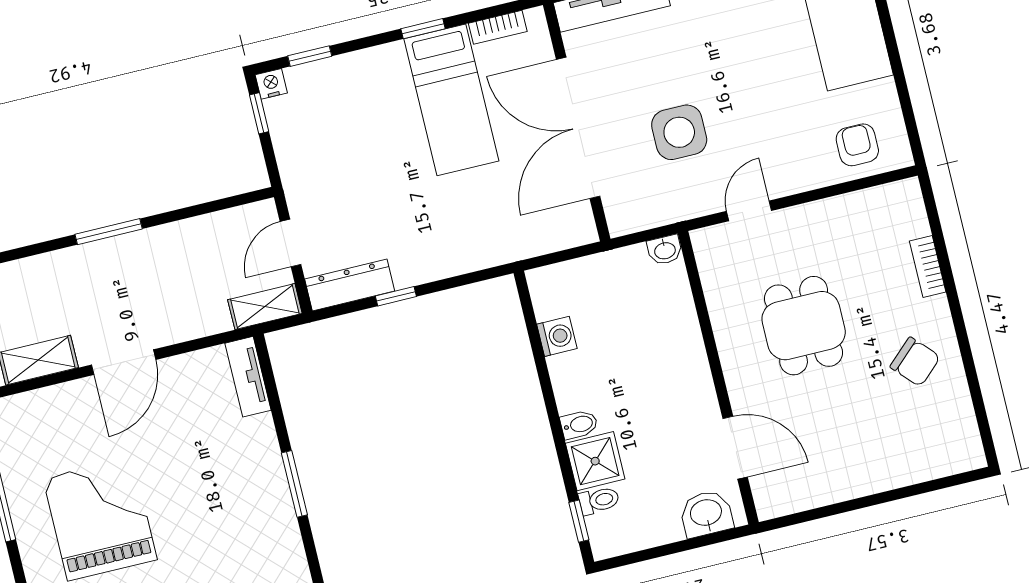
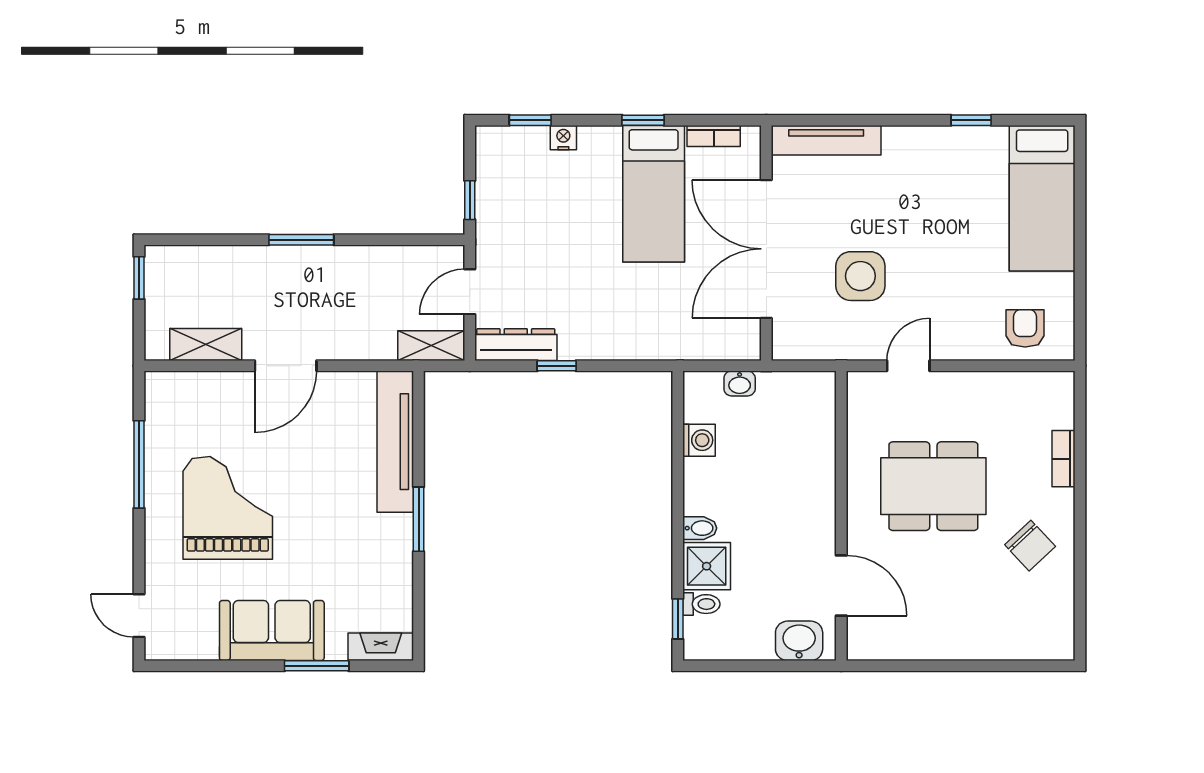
nightstand: (271, 84) -> (563, 138), moved
window: (259, 113) -> (470, 200), moved
washbasin: (665, 250) -> (740, 383), moved
dining table: (804, 326) -> (933, 486), width x1.38
tv unit: (248, 377) -> (395, 442), width x1.92, depth x1.29

